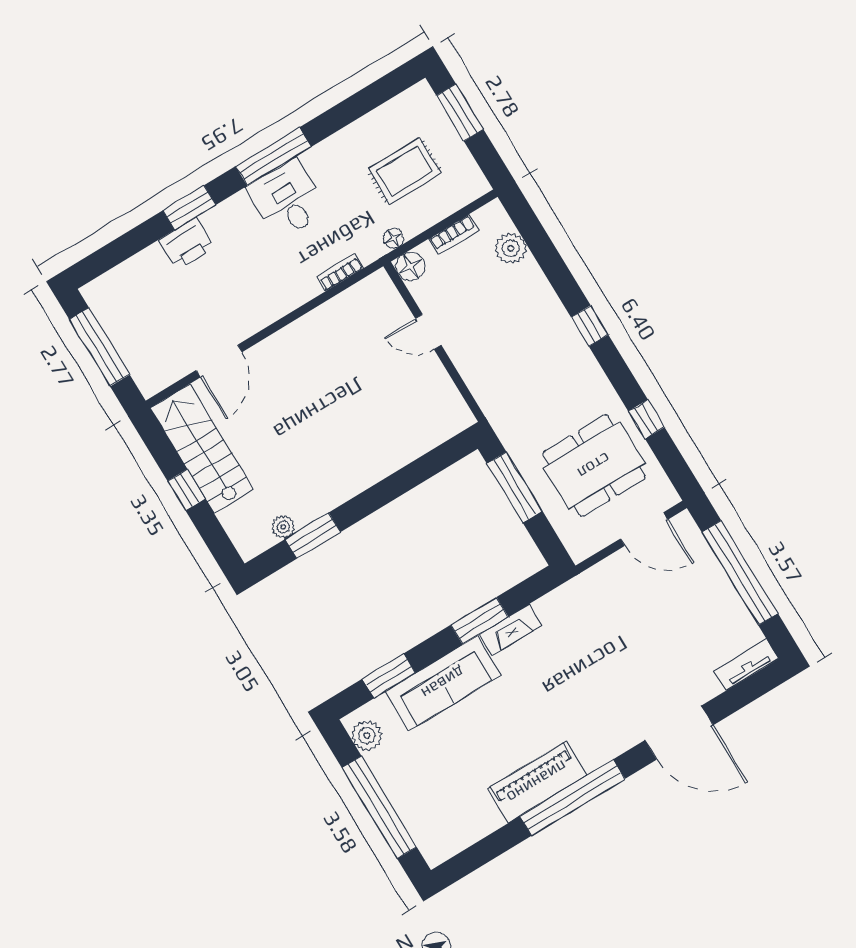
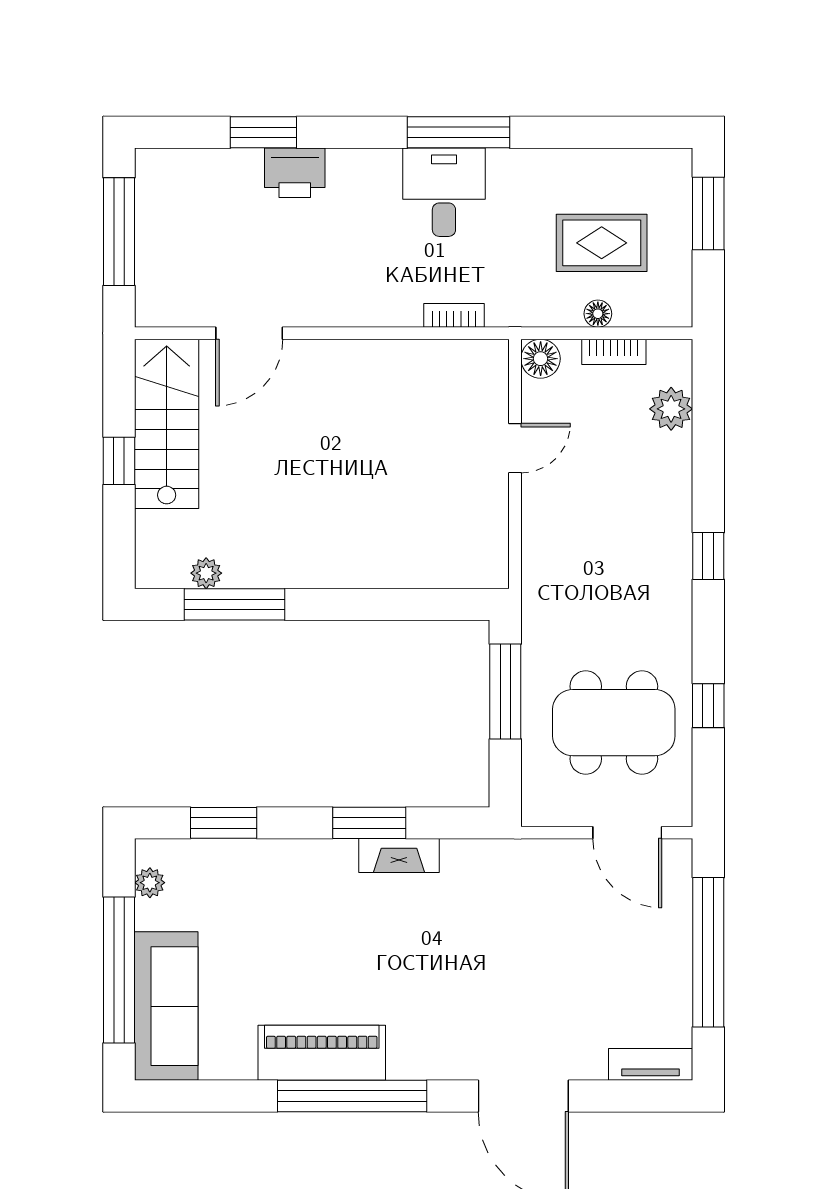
window: (189, 208) -> (263, 132), moved
floor lamp: (394, 238) -> (598, 314), moved
door: (428, 332) -> (515, 448), swing flipped
window: (313, 536) -> (235, 604), width x1.44
sofa: (443, 683) -> (166, 1006), moved, turned -90
plant: (367, 736) -> (150, 883), width x0.73, depth x0.73

